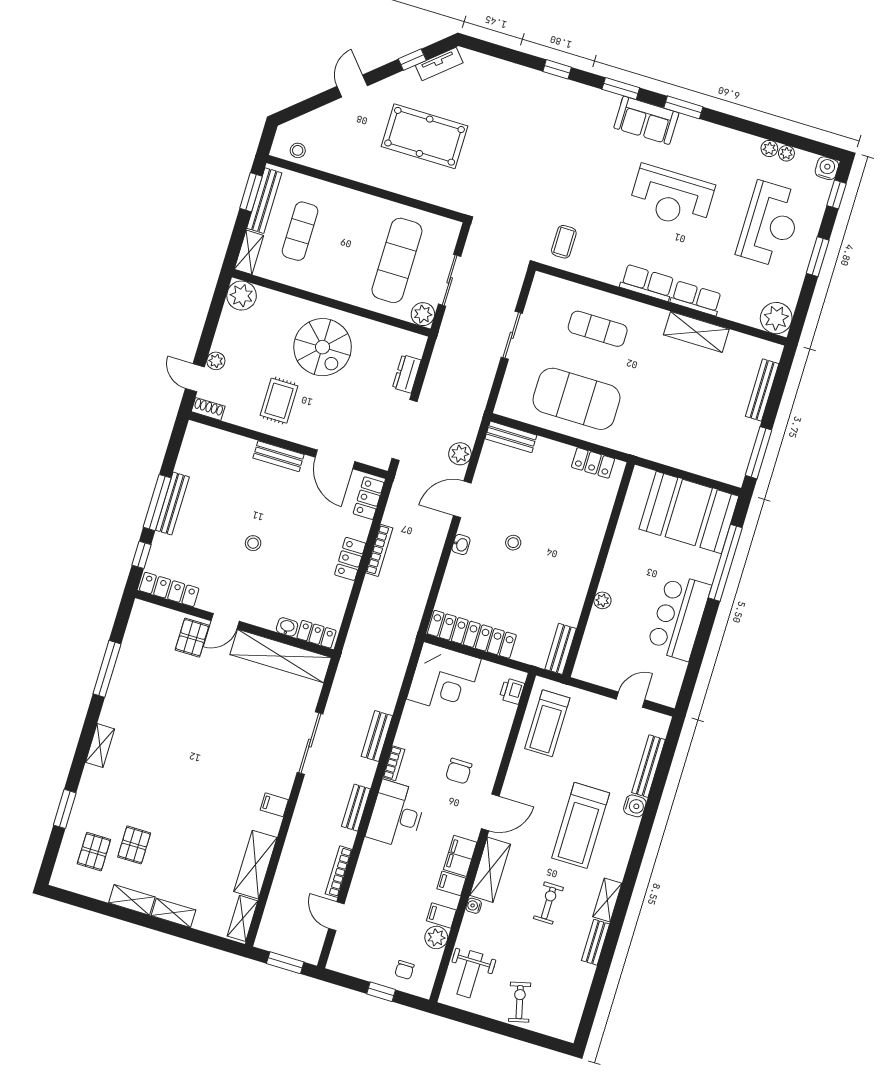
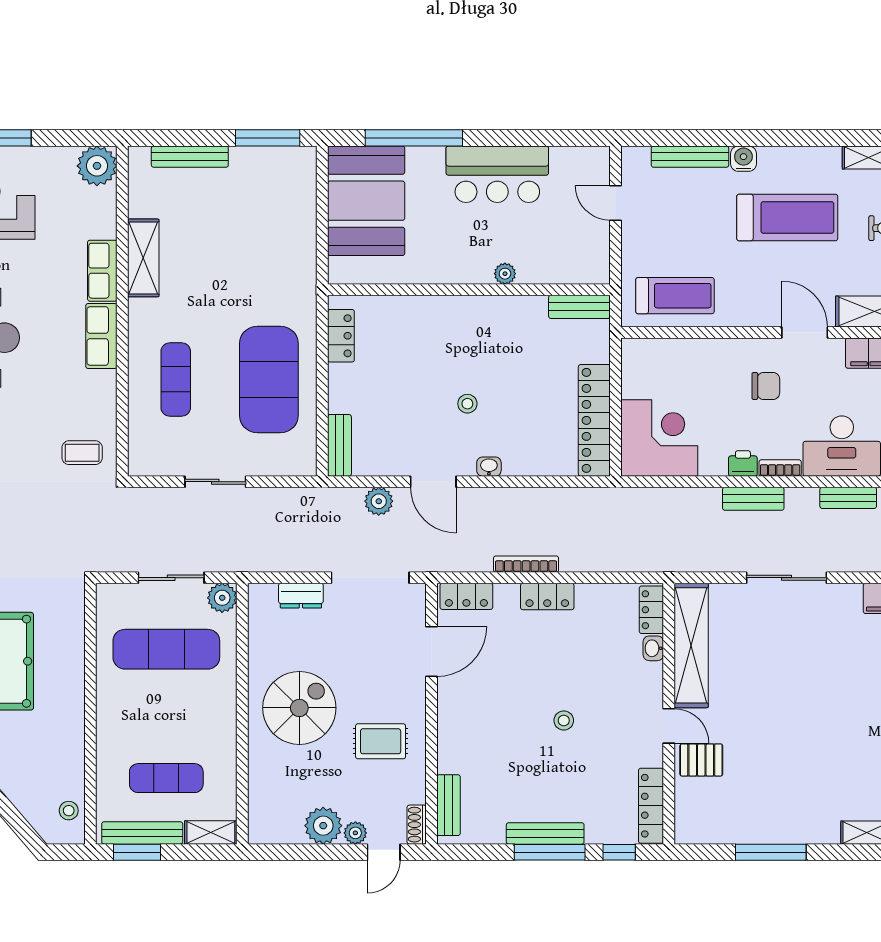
plant: (242, 296) -> (323, 826), moved
bench: (279, 456) -> (449, 805), moved
printer: (512, 691) -> (743, 463), moved, turned 180

